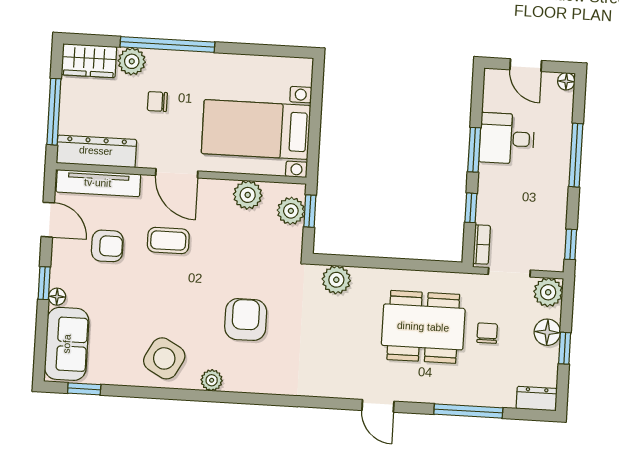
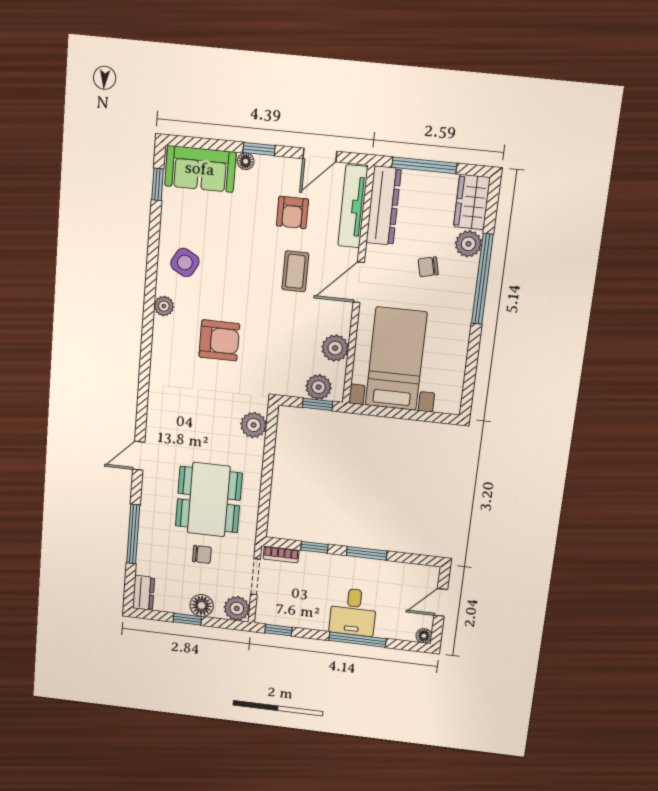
chair: (157, 102) -> (428, 267), turned -103
desk: (507, 138) -> (353, 612), moved, turned 180
side table: (164, 358) -> (185, 262), width x0.73, depth x0.73

